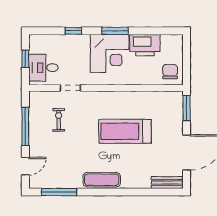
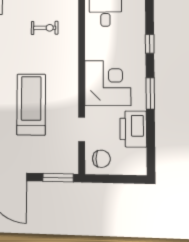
corner desk: (110, 53) -> (108, 83), moved, turned 180
doorway: (70, 88) -> (82, 129), moved

